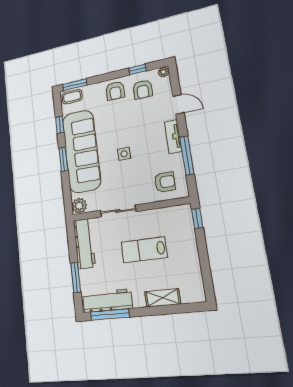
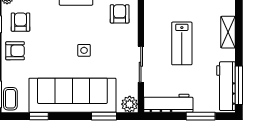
armchair: (143, 89) -> (21, 22), turned -90
window: (63, 159) -> (104, 116), moved

